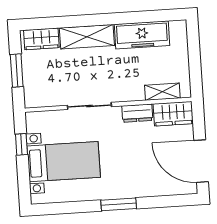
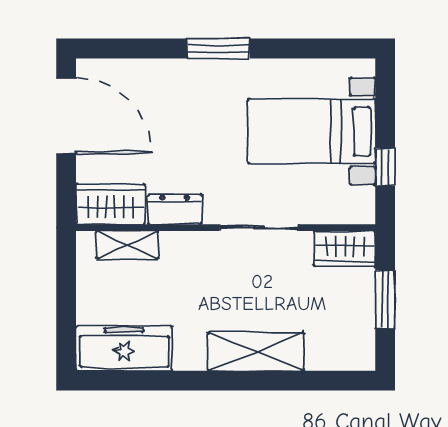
freezer: (142, 35) -> (124, 348), moved
wardrobe: (41, 39) -> (345, 249), moved, turned 180

